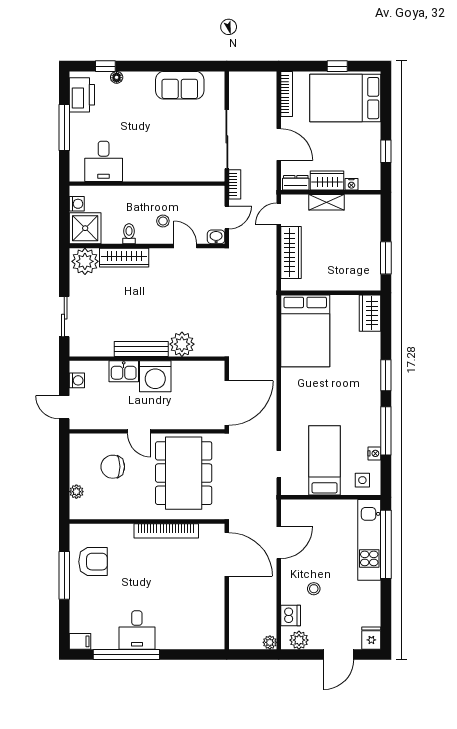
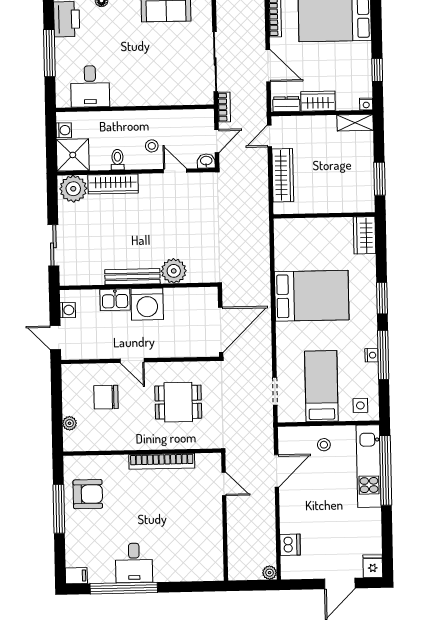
nightstand: (351, 184) -> (366, 104), moved
shelving: (326, 202) -> (355, 123), moved
bed: (305, 331) -> (312, 296), moved, turned -90
nightstand: (374, 453) -> (371, 355), moved
dining table: (184, 473) -> (178, 402), width x0.53, depth x0.80
door: (227, 554) -> (224, 484), width x0.53
stool: (314, 589) -> (324, 445), moved
plant: (299, 640) -> (299, 570), removed

